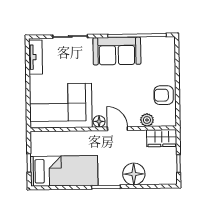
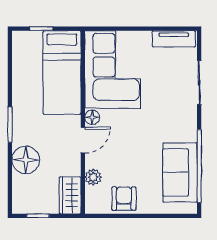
sofa: (117, 51) -> (180, 172), moved
bed: (64, 171) -> (62, 73), moved

